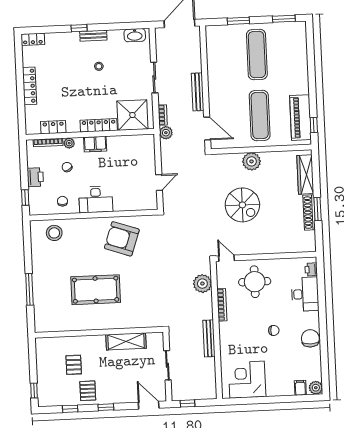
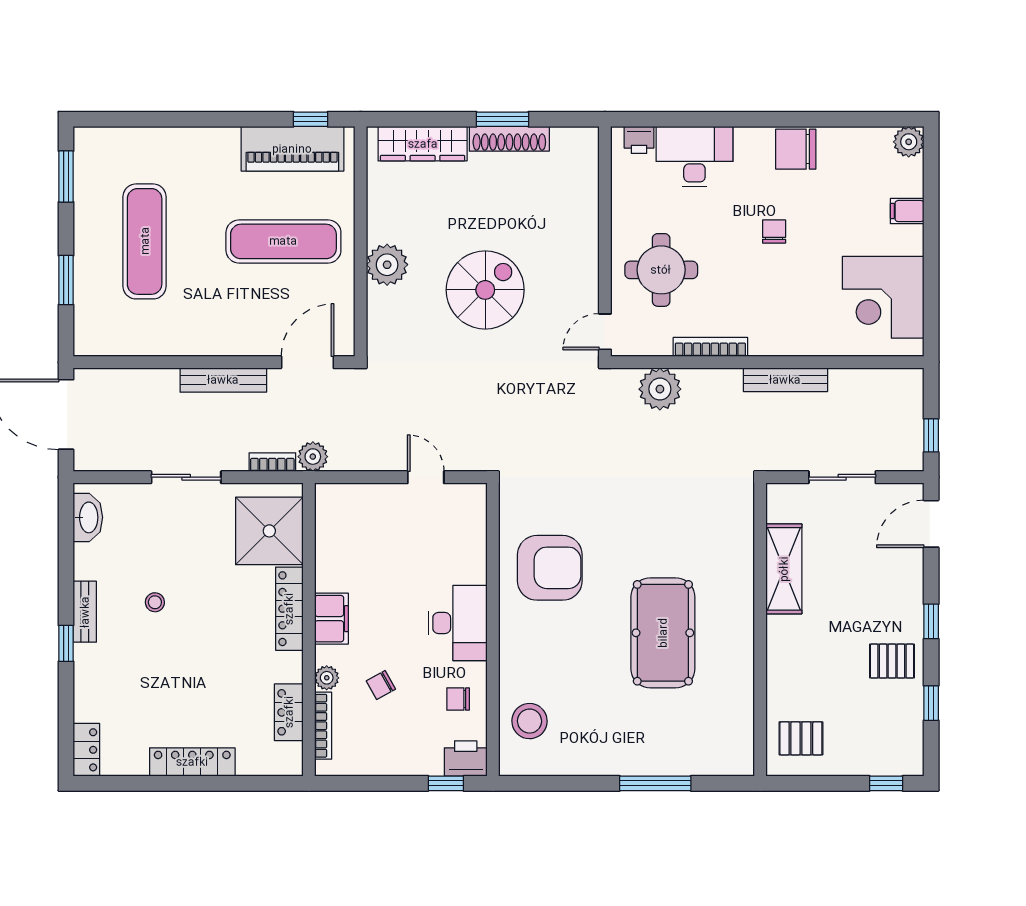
exercise mat: (257, 55) -> (145, 241), turned 90
printer: (35, 177) -> (466, 758), moved
armchair: (122, 239) -> (550, 568), turned -109
pallet: (74, 365) -> (801, 738), moved
filing cabinet: (300, 388) -> (907, 211), moved

